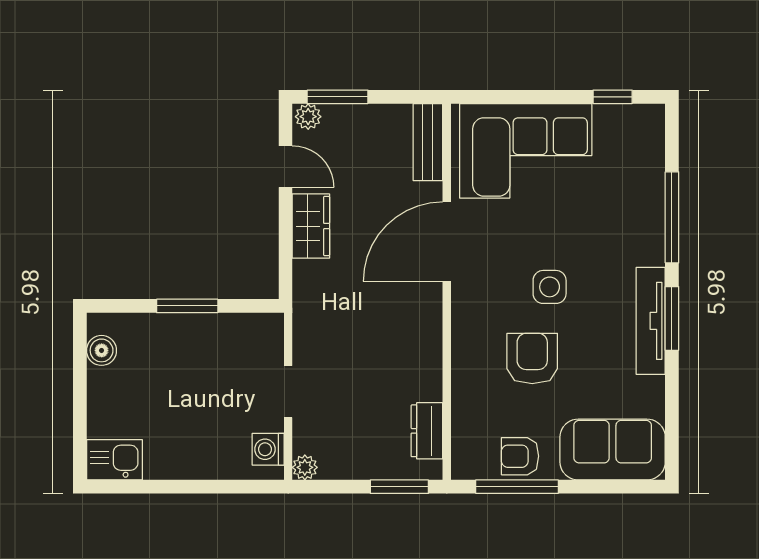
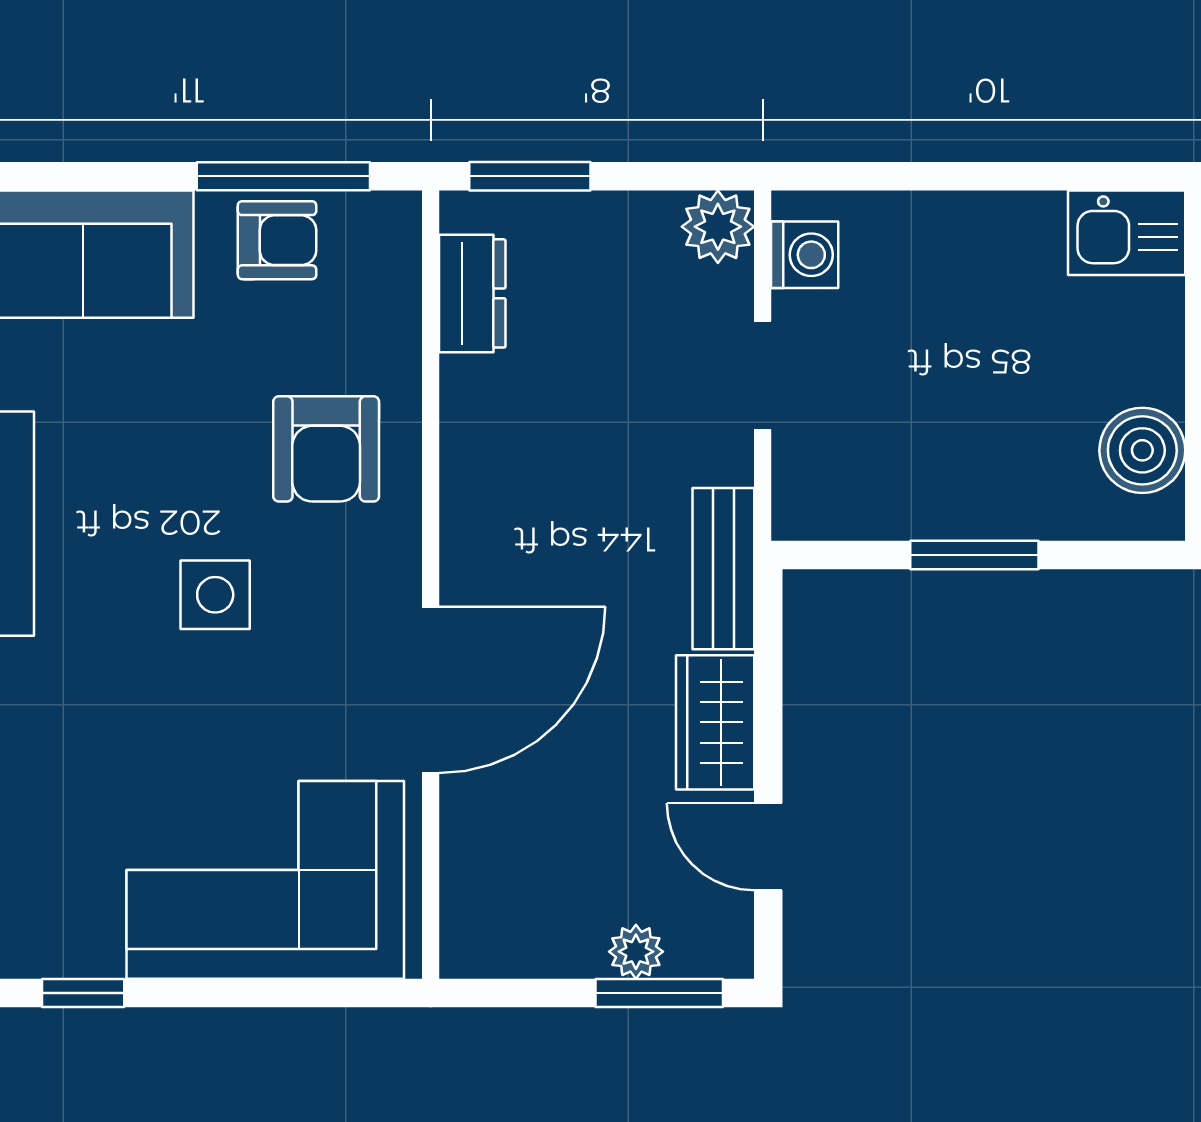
plant: (308, 117) -> (636, 952), moved
bench: (428, 142) -> (723, 569), moved
boiler: (102, 350) -> (1142, 450), width x1.36, depth x1.36
armchair: (532, 359) -> (326, 449), moved
plant: (305, 467) -> (718, 227), width x1.38, depth x1.38

